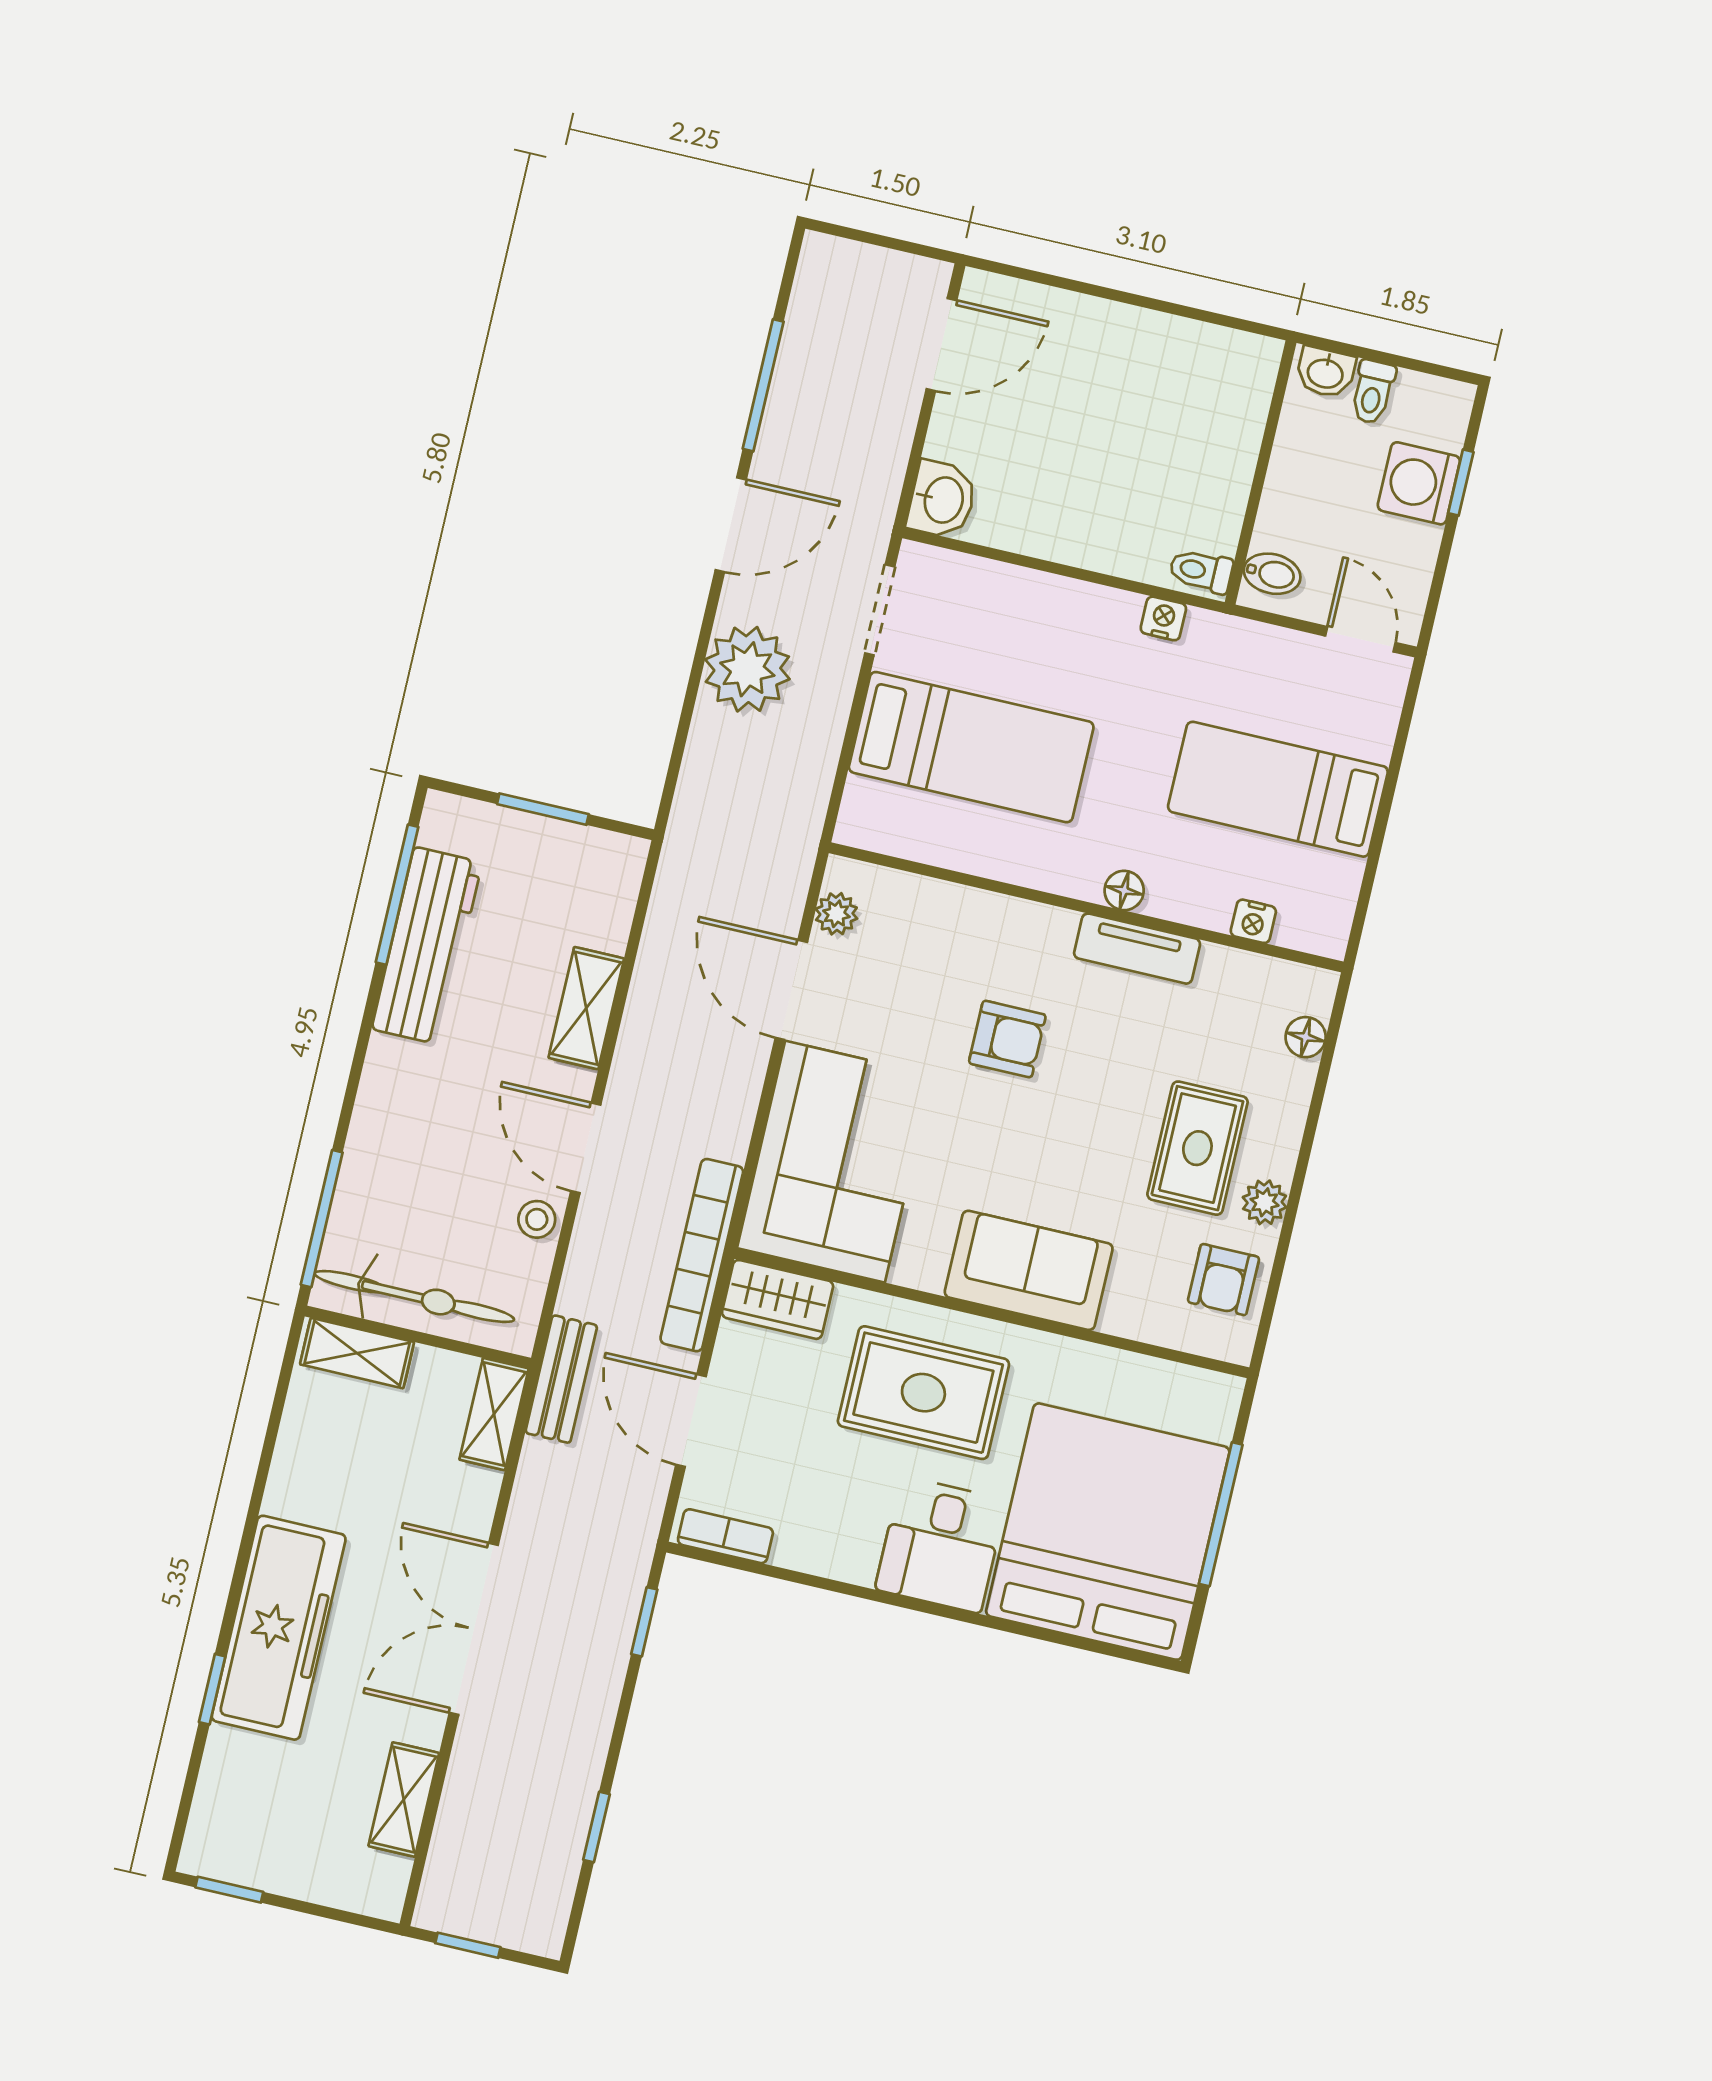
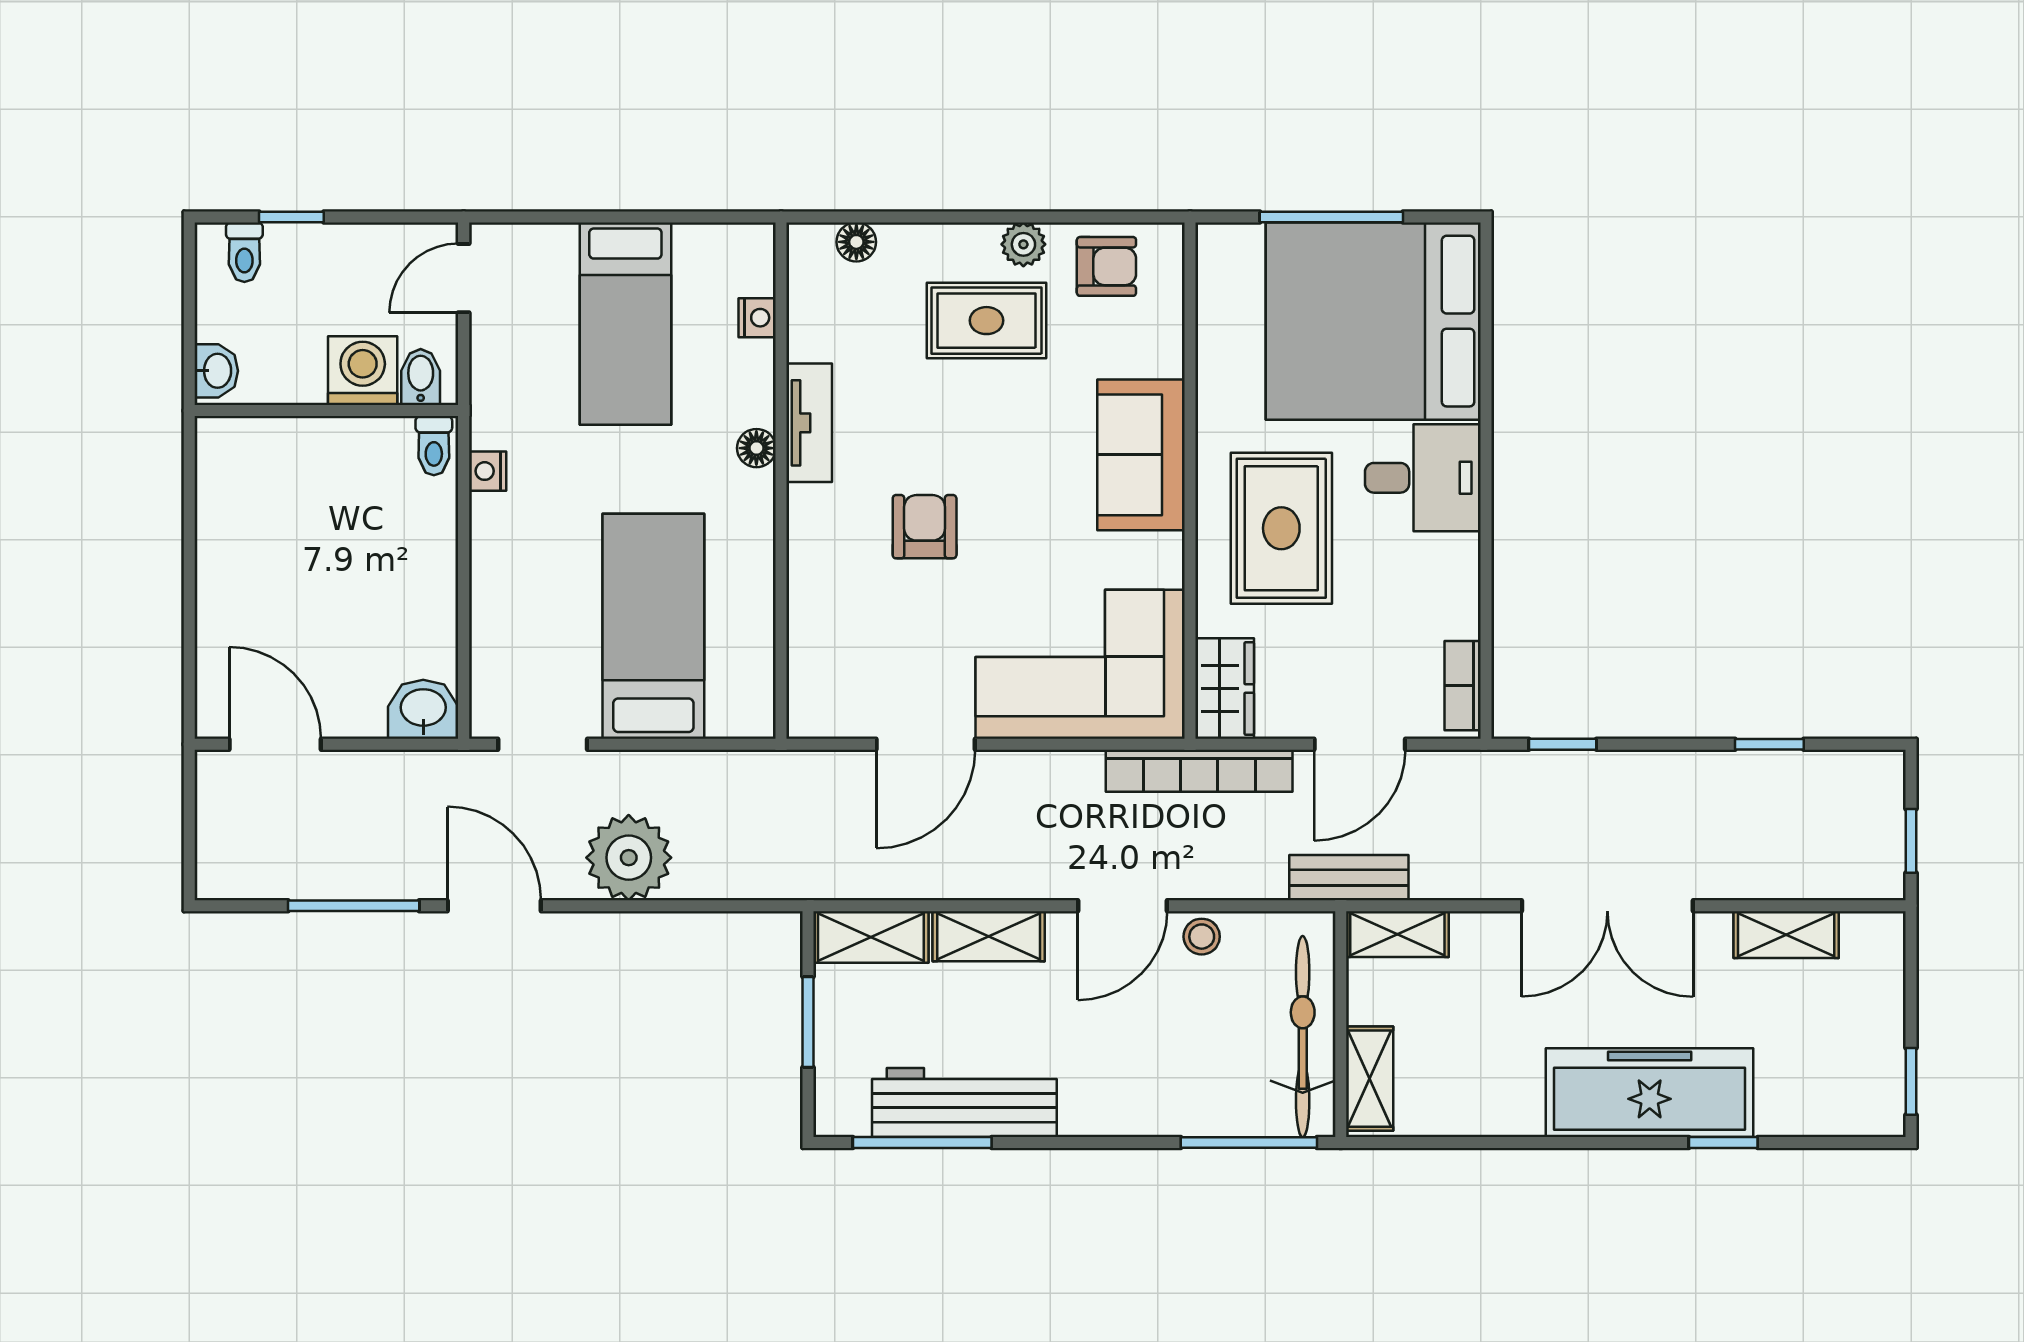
toilet: (1373, 392) -> (244, 252), moved, turned 90
washing machine: (1419, 483) -> (363, 371), moved, turned 180
shelving: (613, 891) -> (871, 937), added
plant: (836, 914) -> (843, 718), removed

